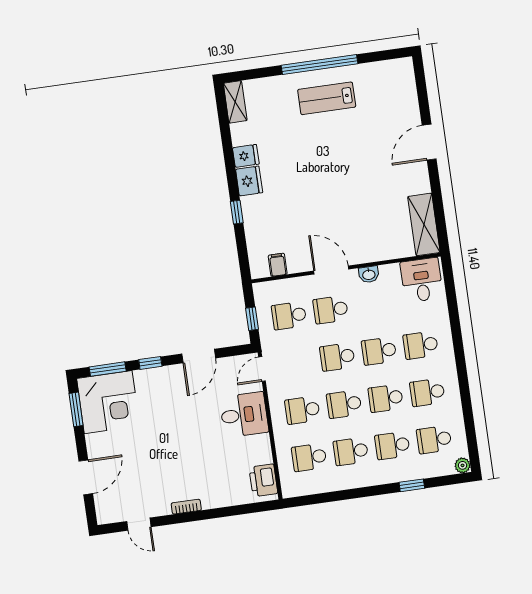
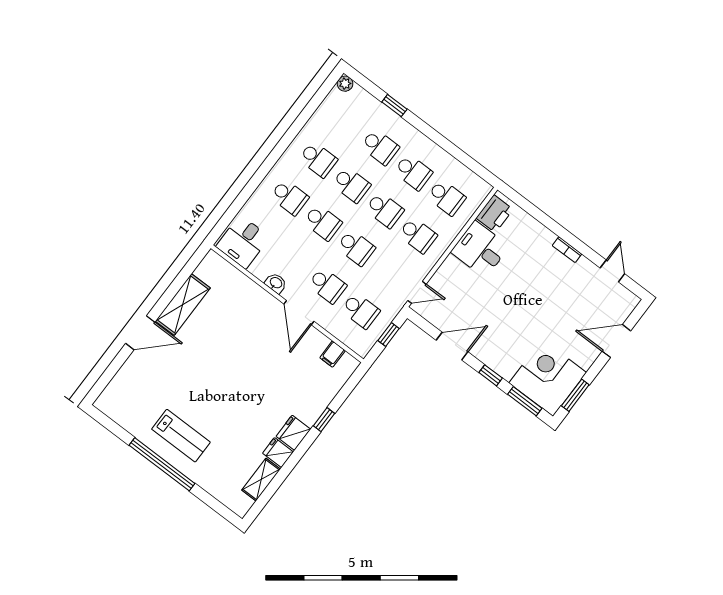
shelving: (235, 102) -> (261, 480), moved
shelving: (424, 224) -> (183, 304), moved
desk: (244, 415) -> (480, 249), moved
school desk: (434, 440) -> (347, 122), removed

